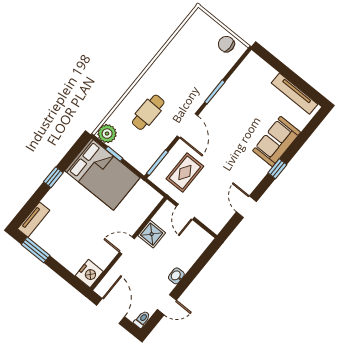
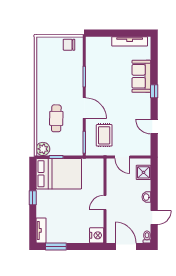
shower: (152, 234) -> (143, 172), moved

